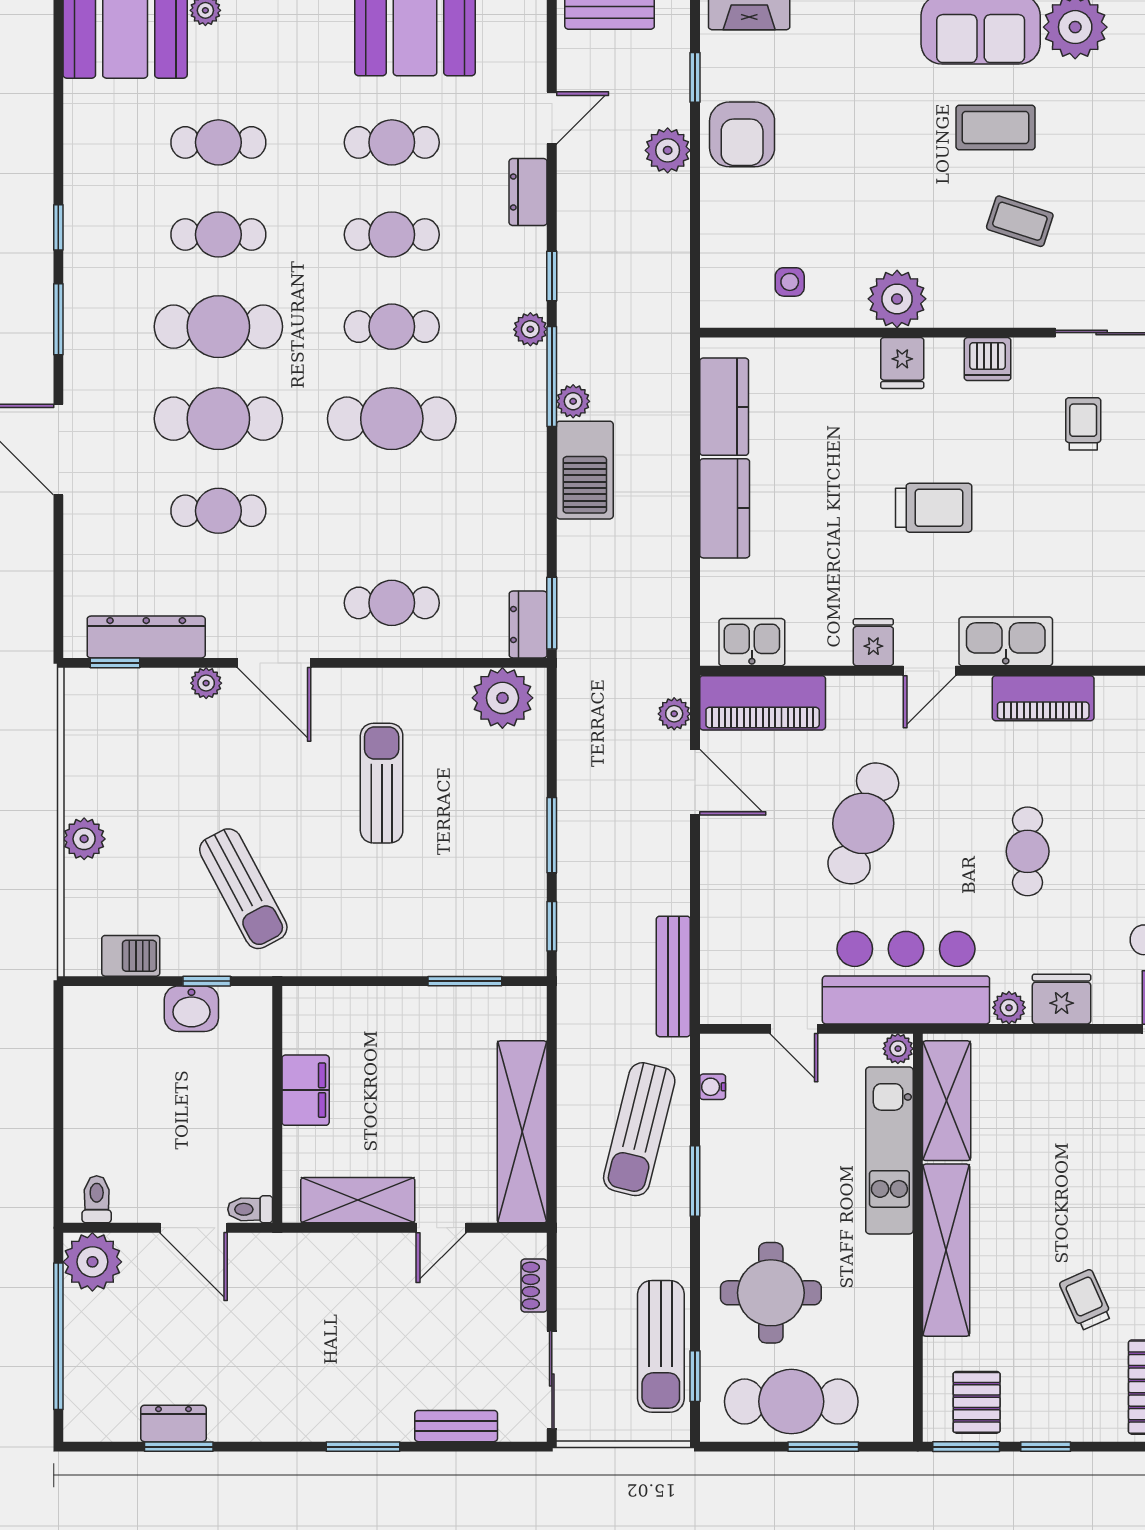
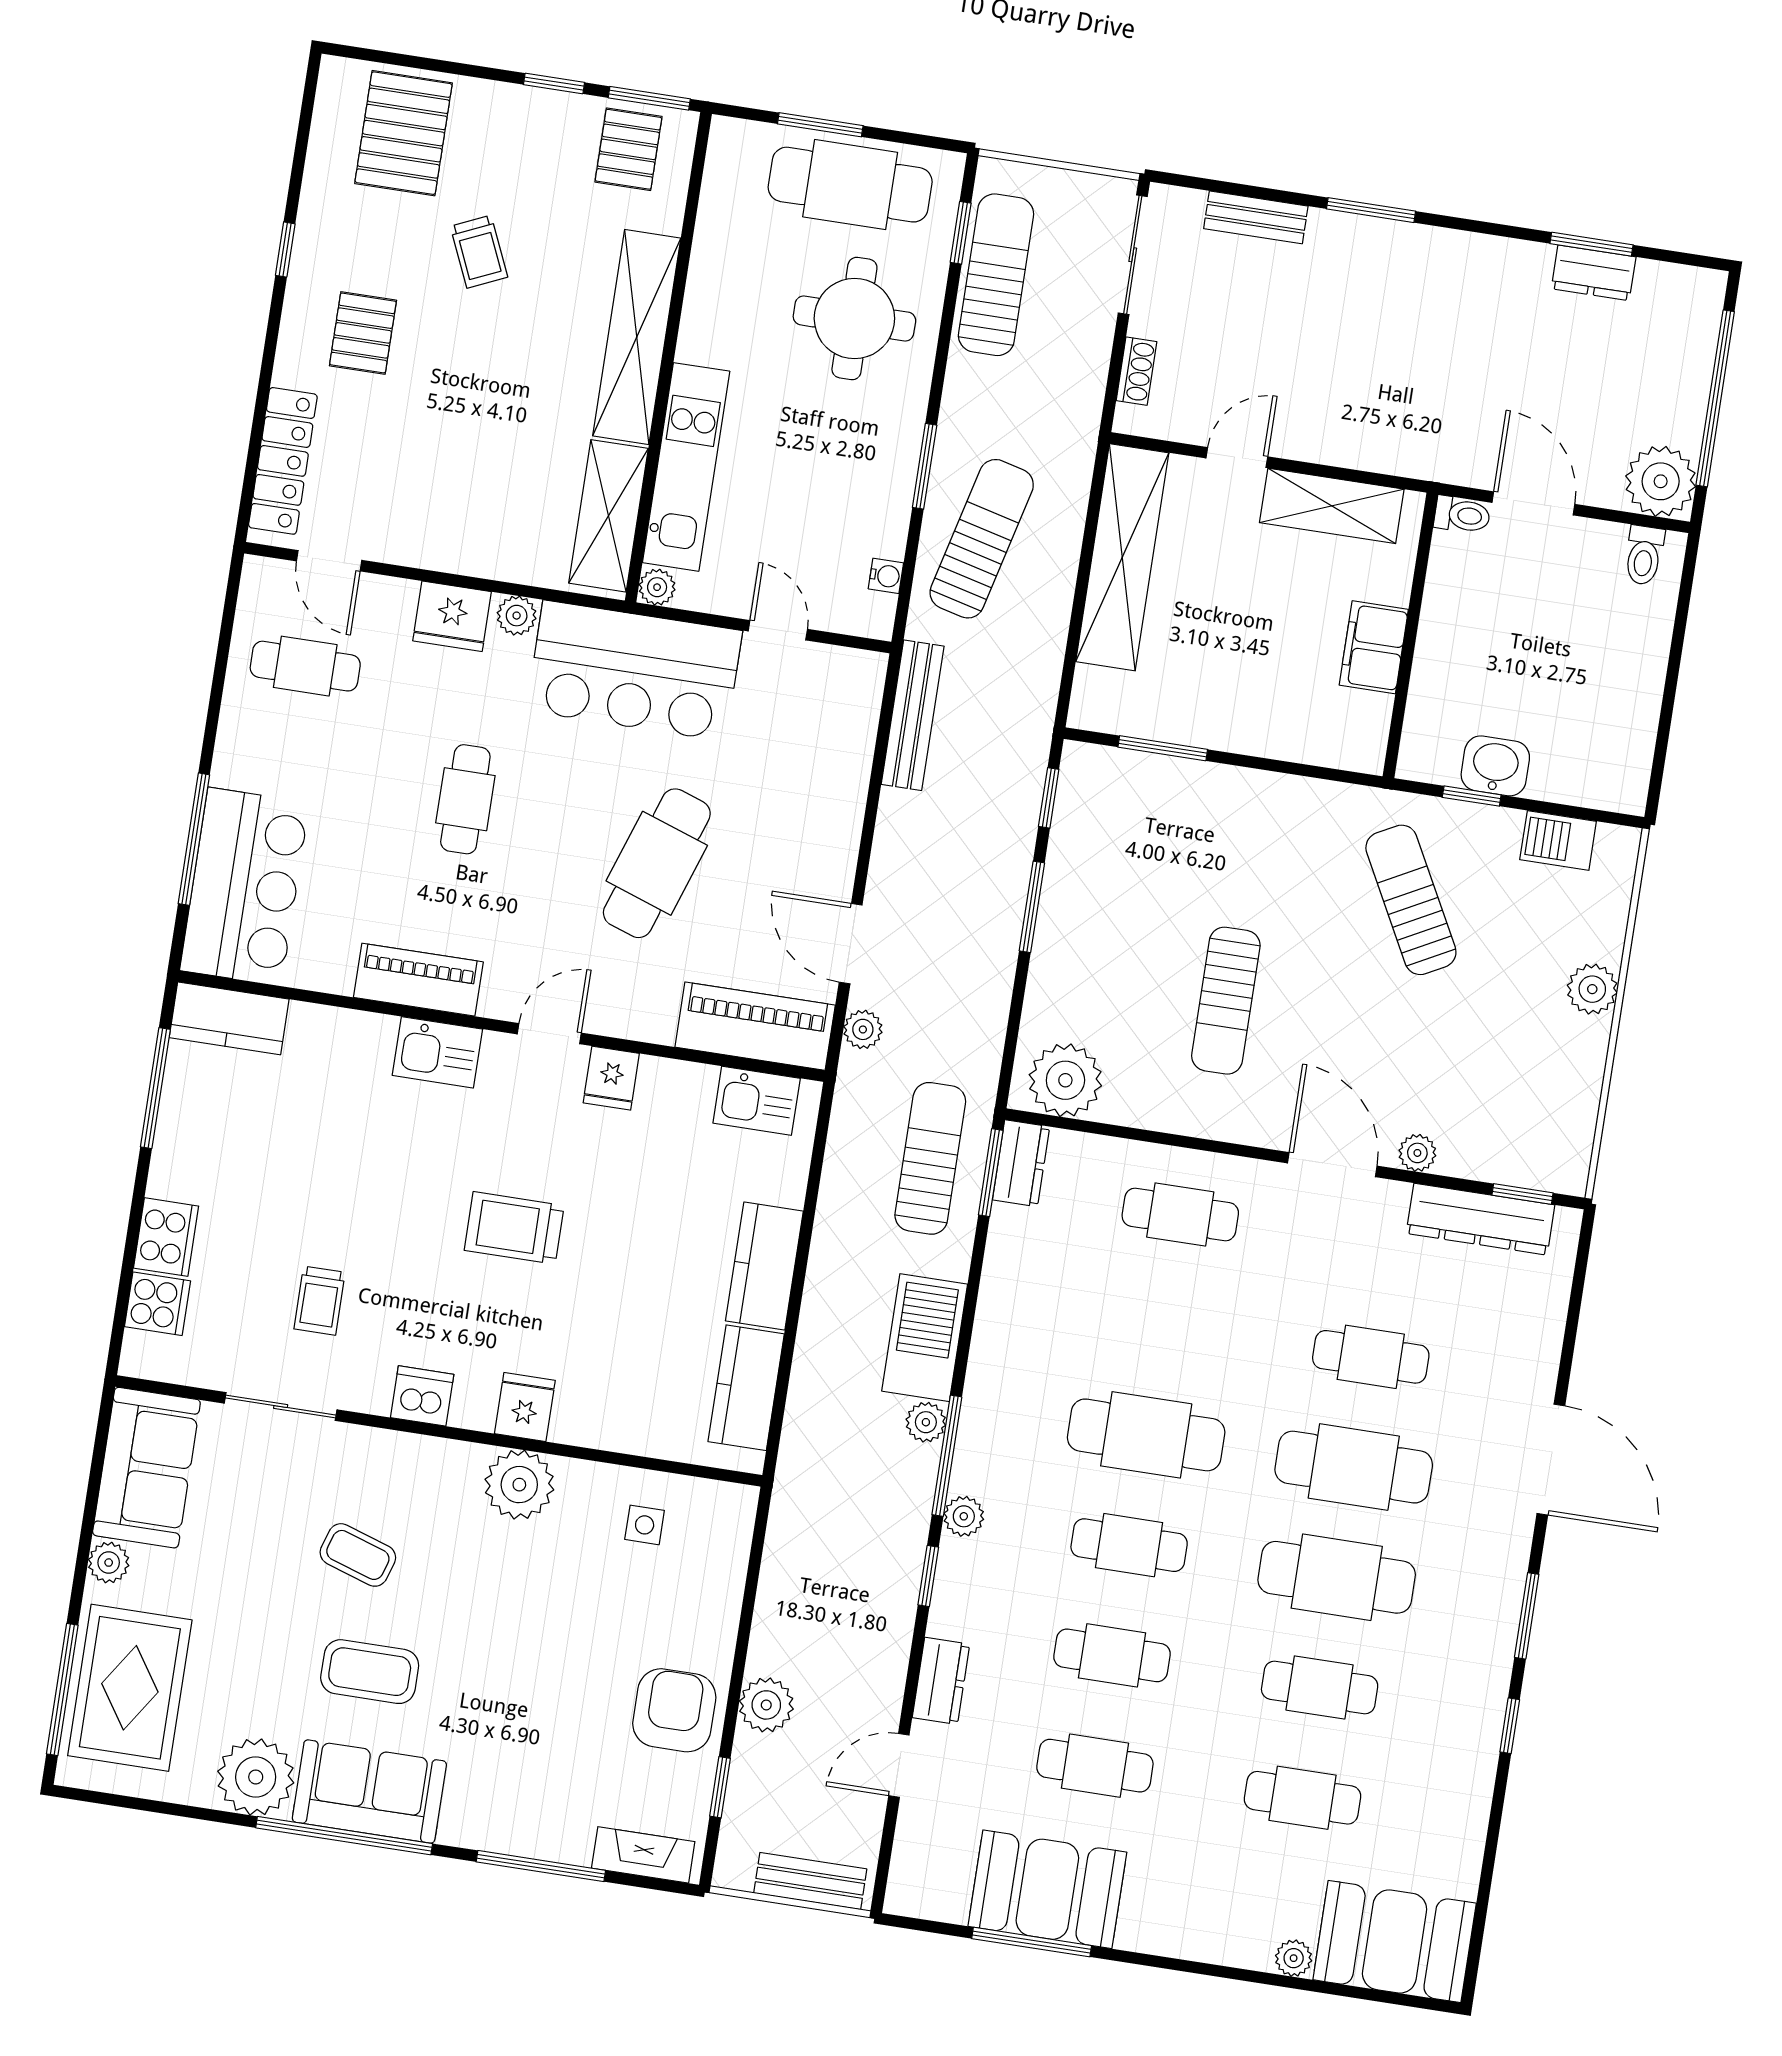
sun lounger: (603, 617) -> (930, 1158), added
kitchen sink: (1006, 641) -> (437, 1052), width x0.73

